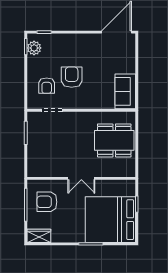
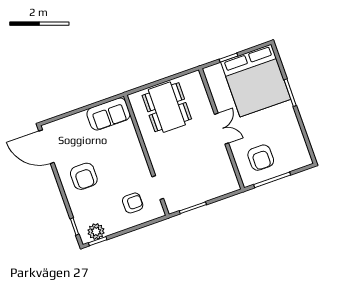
armchair: (72, 77) -> (84, 176), moved, turned -90
wardrobe: (39, 236) -> (301, 153), removed

